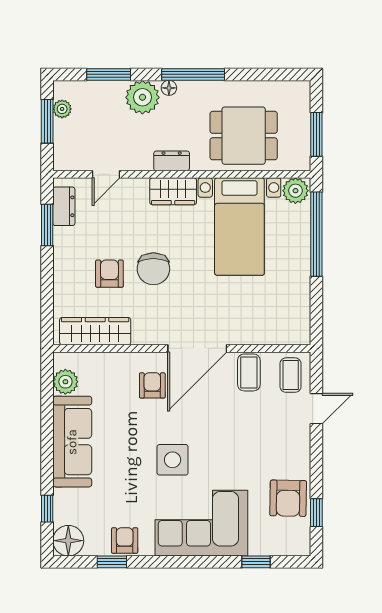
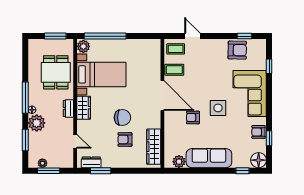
armchair: (152, 385) -> (193, 117), moved

